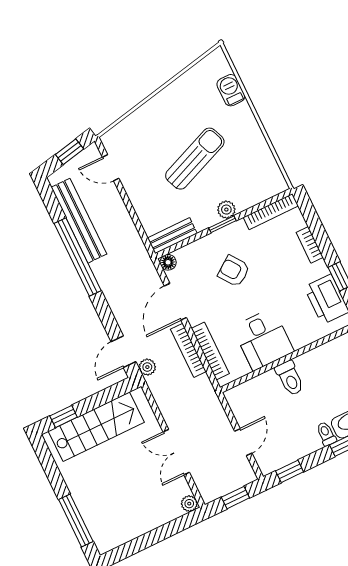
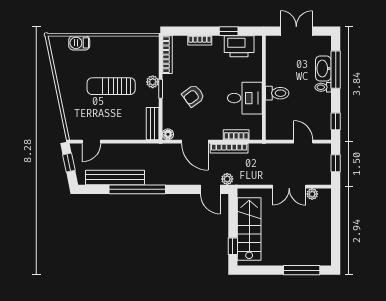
sun lounger: (195, 159) -> (111, 86), turned -68
bookcase: (210, 351) -> (236, 135), width x0.64
plant: (189, 504) -> (312, 194), moved

